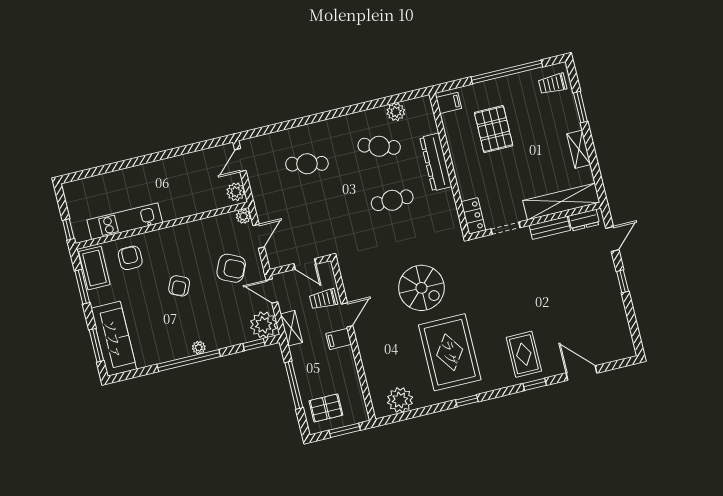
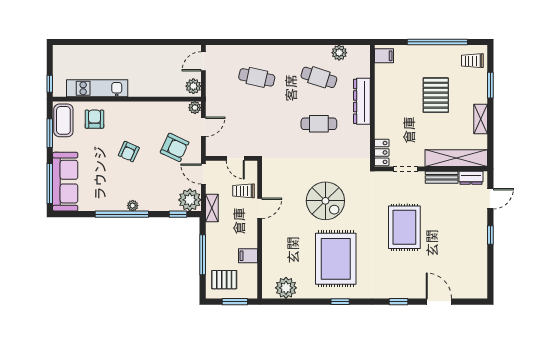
pallet: (494, 129) -> (436, 95), moved
filing cabinet: (339, 339) -> (248, 256), moved
window: (96, 345) -> (50, 184), width x1.44
rug: (524, 354) -> (404, 227), moved, width x1.36, depth x1.43

